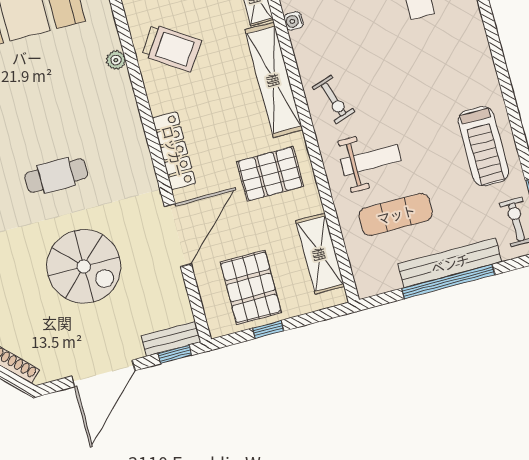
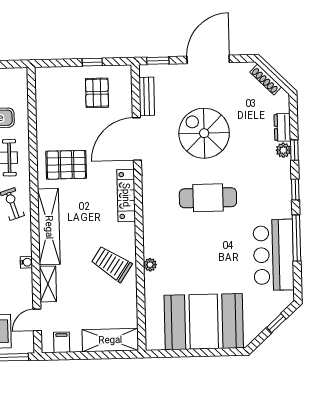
cafe table: (56, 175) -> (208, 198), width x1.37, depth x1.35
shelving: (320, 254) -> (46, 104), removed
pallet: (251, 287) -> (97, 93), width x0.67, depth x0.71
bench: (171, 339) -> (147, 96), moved, turned 90

